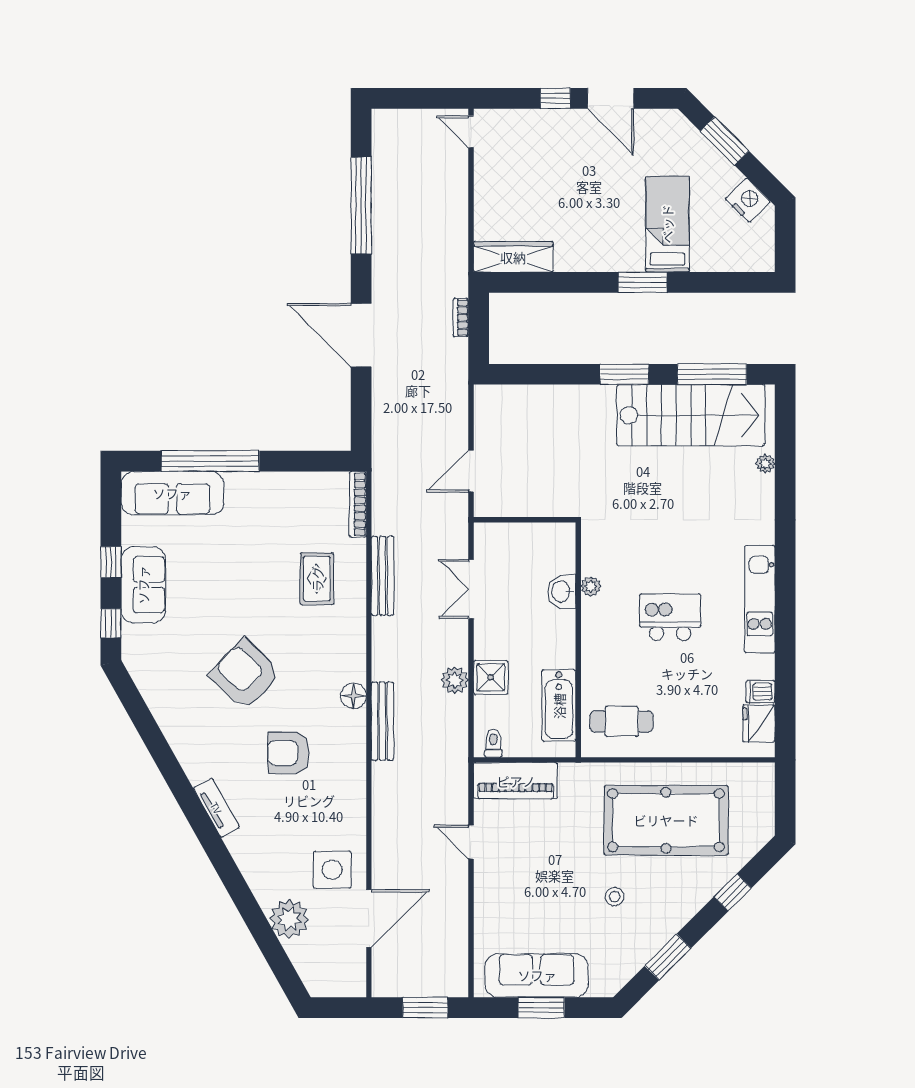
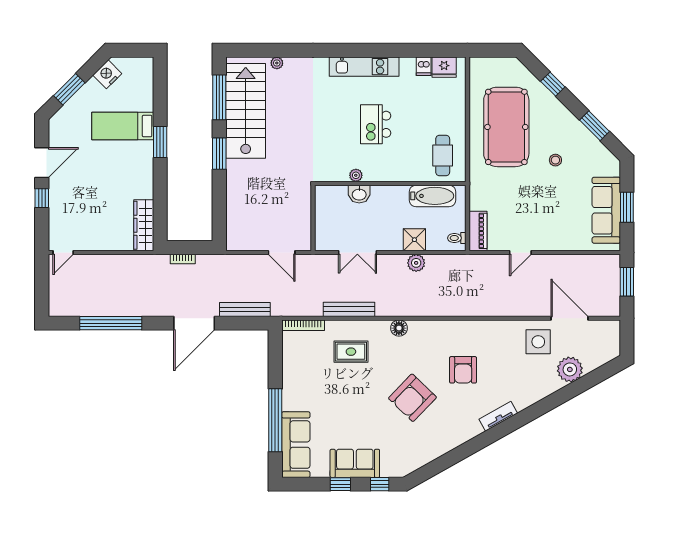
floor lamp: (353, 696) -> (399, 328), moved
bench: (382, 721) -> (245, 309), moved
piano: (516, 781) -> (478, 231), width x0.73, depth x0.75

